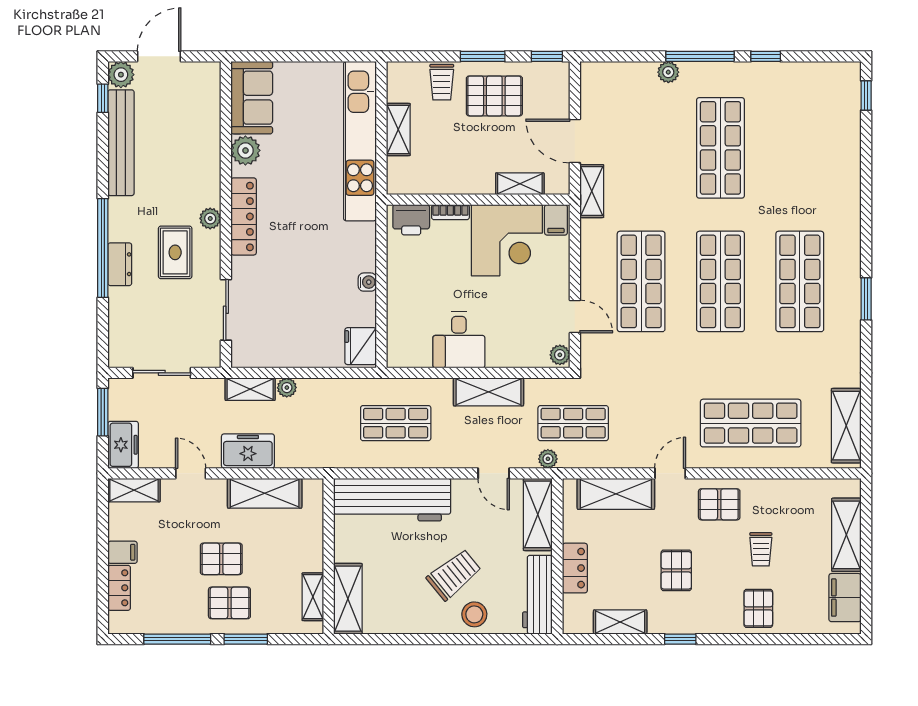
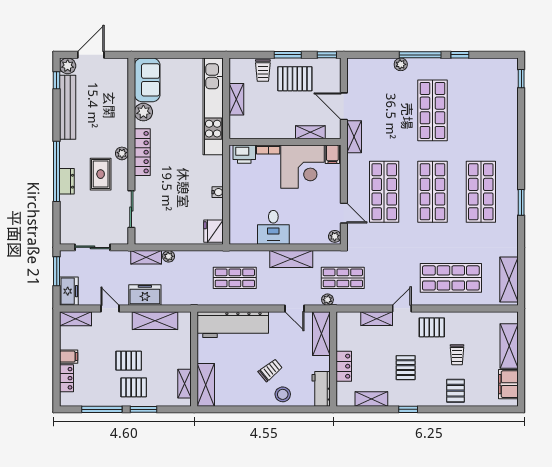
shelving: (616, 494) -> (377, 319), width x0.67, depth x0.75
trolley: (454, 575) -> (270, 370), width x0.73, depth x0.72
workbench: (537, 595) -> (321, 389), width x0.73

